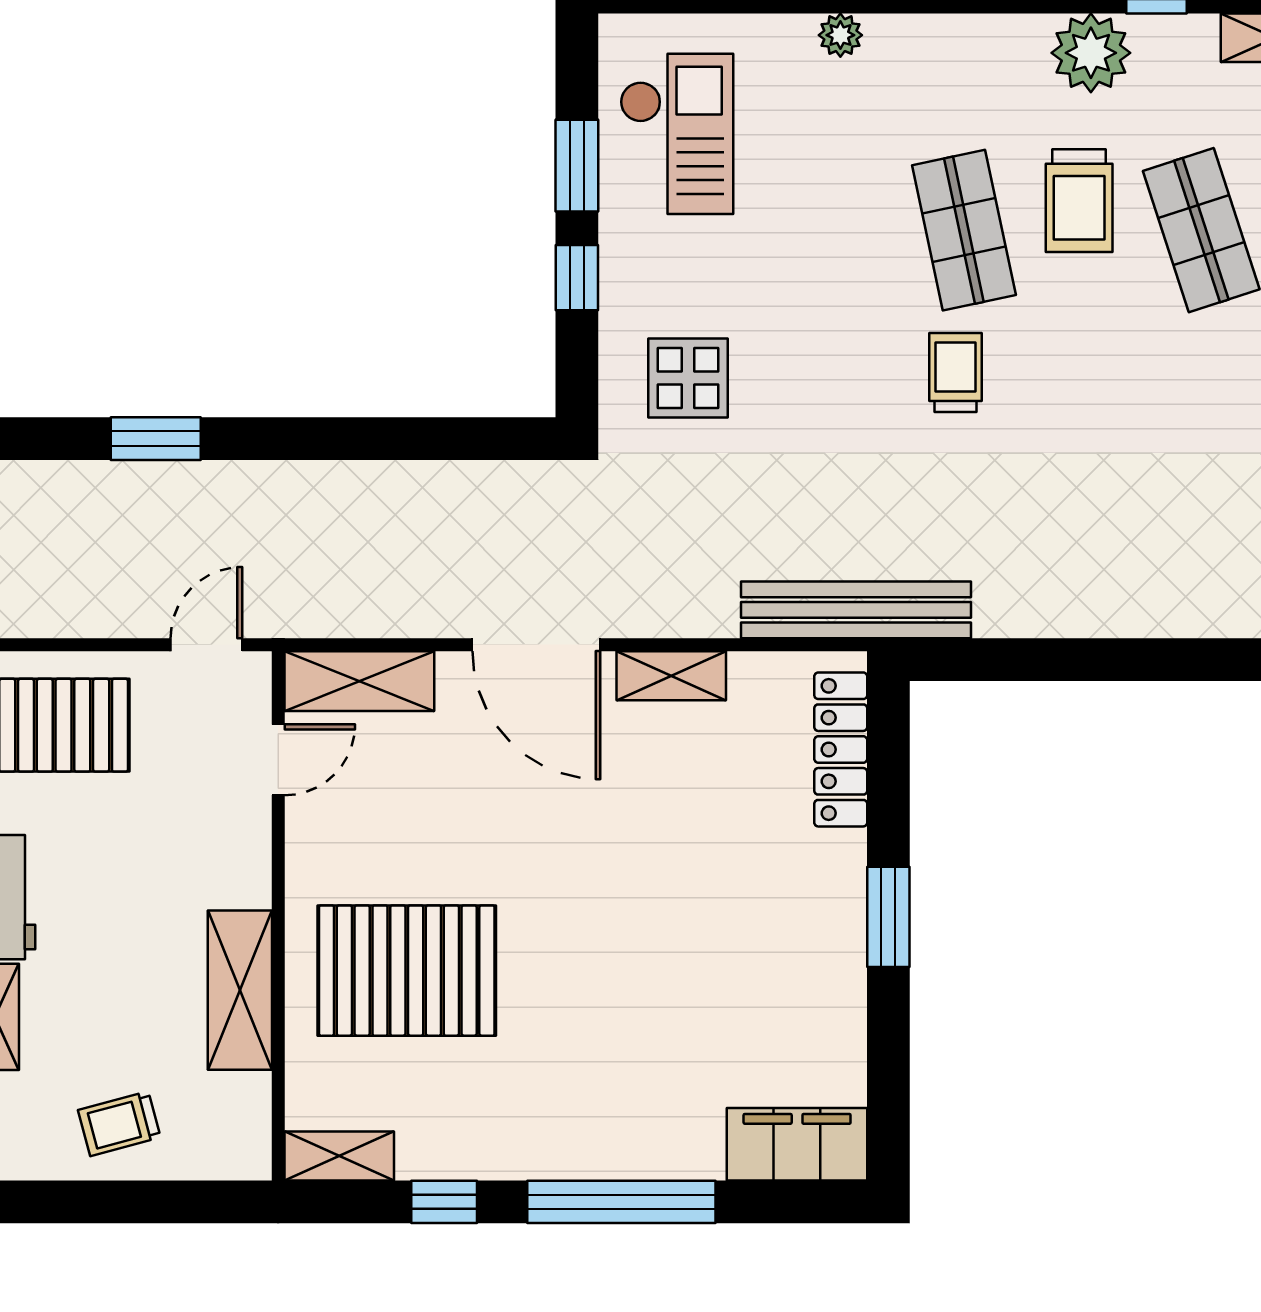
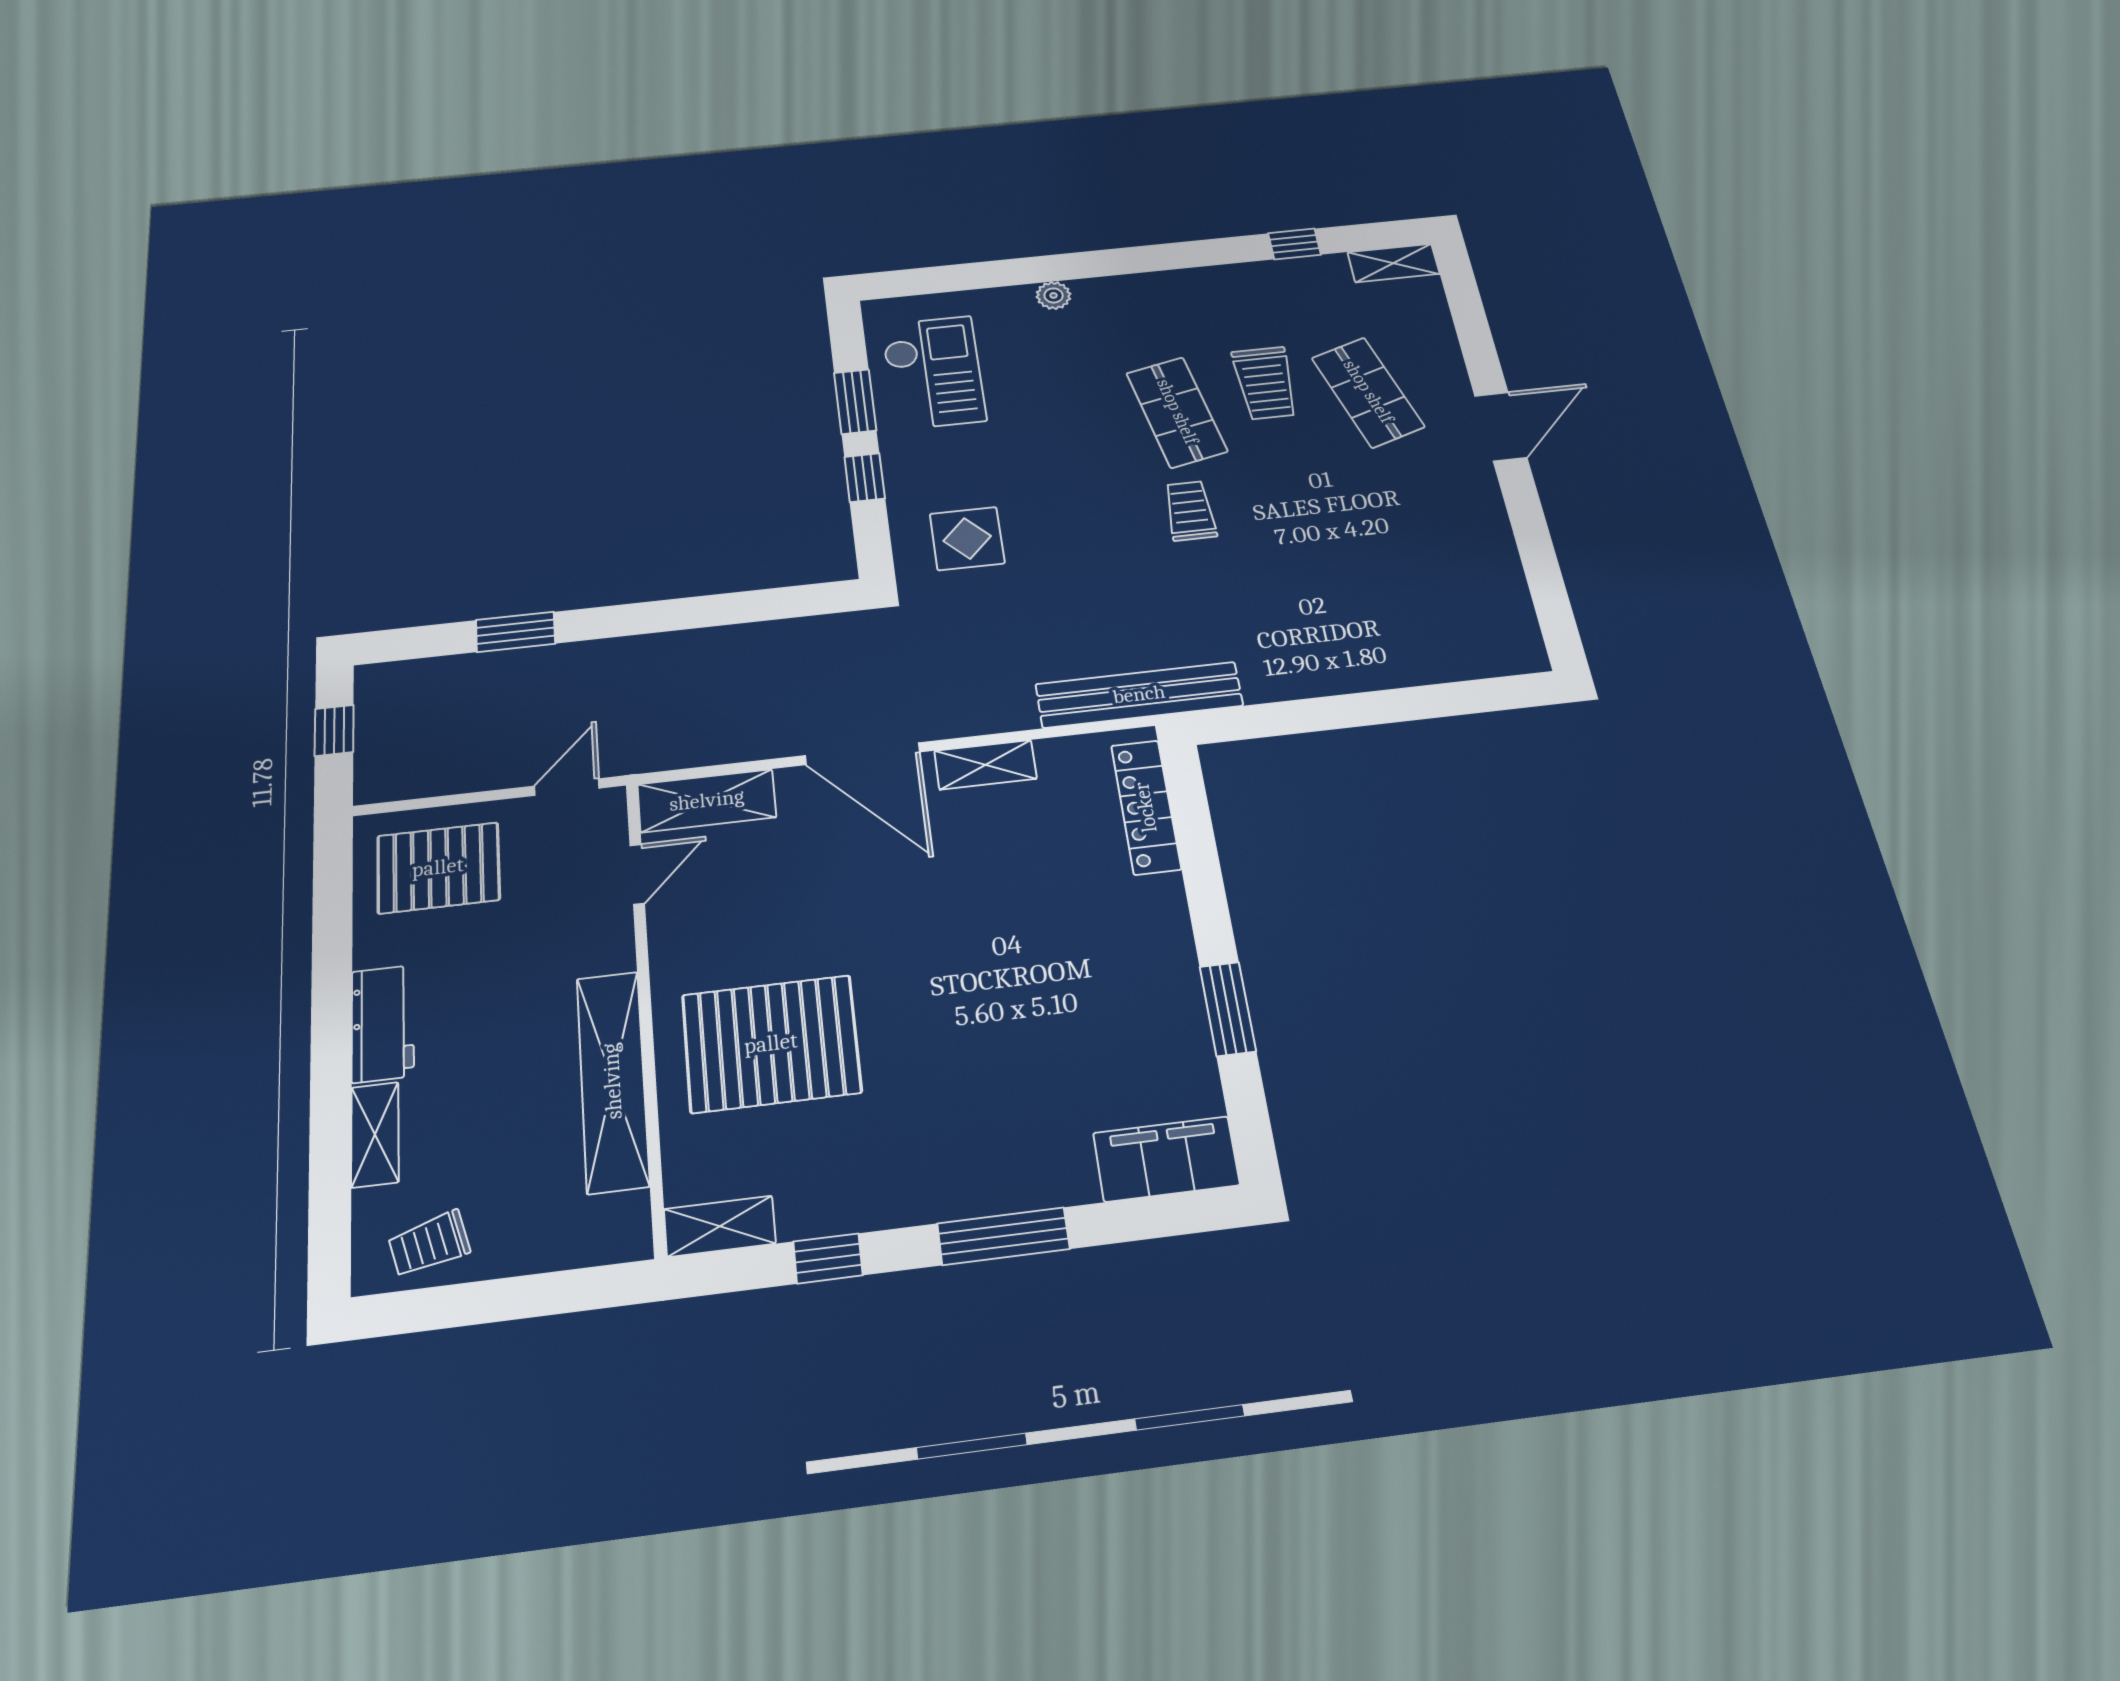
plant: (1091, 53) -> (1252, 287), removed
window: (888, 917) -> (1228, 1009), moved
shelving: (240, 990) -> (613, 1081), width x1.47
trolley: (119, 1124) -> (429, 1244), moved
window: (621, 1202) -> (1003, 1236), width x0.68

